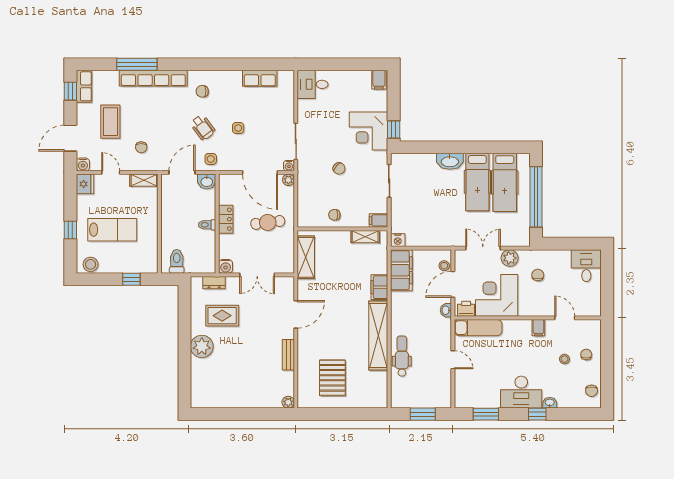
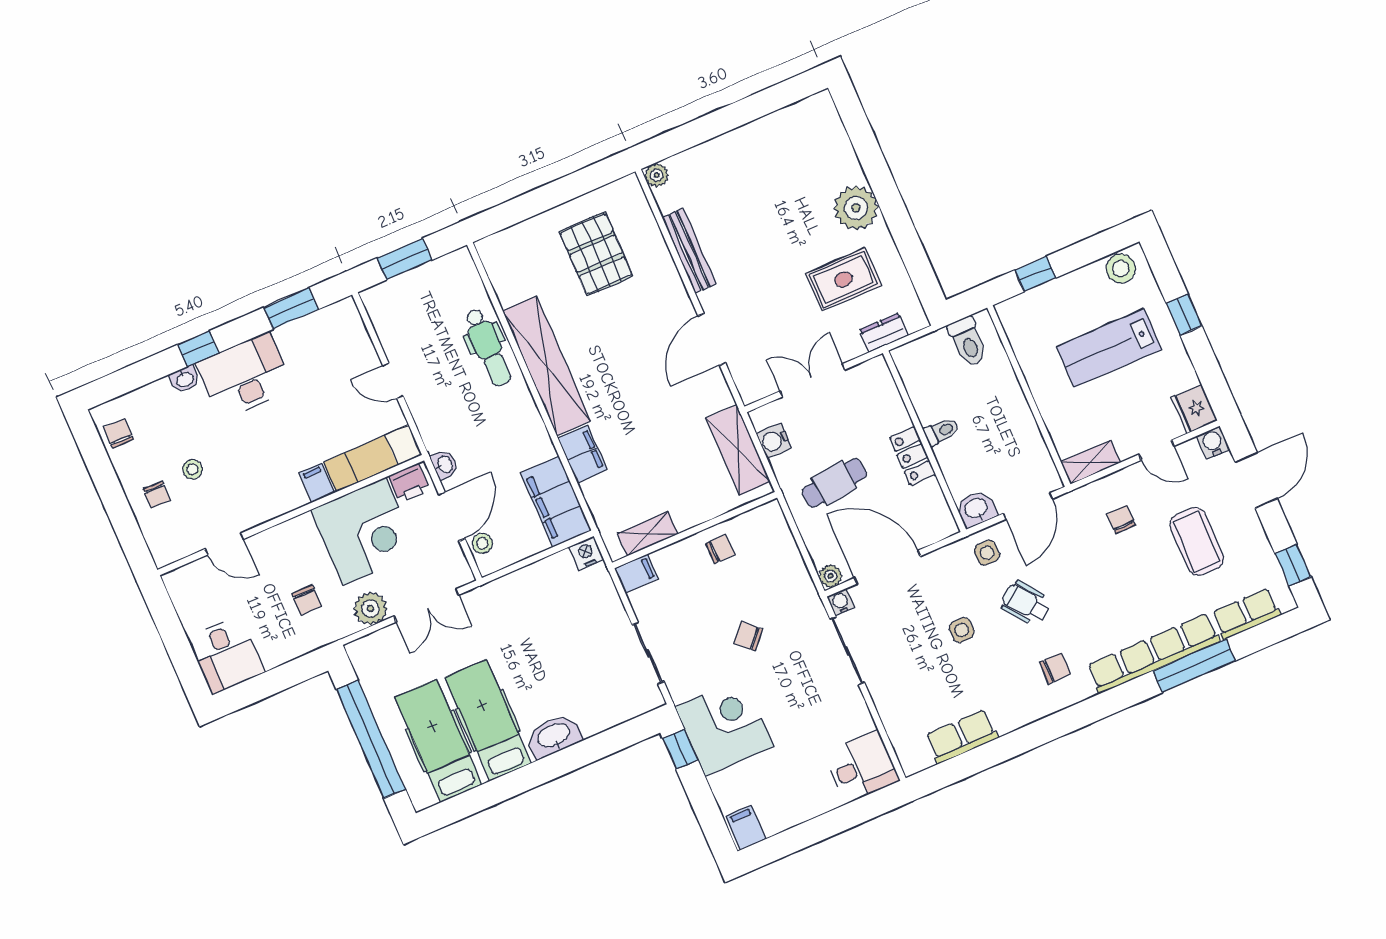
row of seats: (84, 86) -> (1246, 614), moved, turned 90
water cooler: (226, 266) -> (774, 441), moved, turned -90
filing cabinet: (538, 328) -> (317, 483), moved
bench: (288, 355) -> (689, 251), width x1.36

